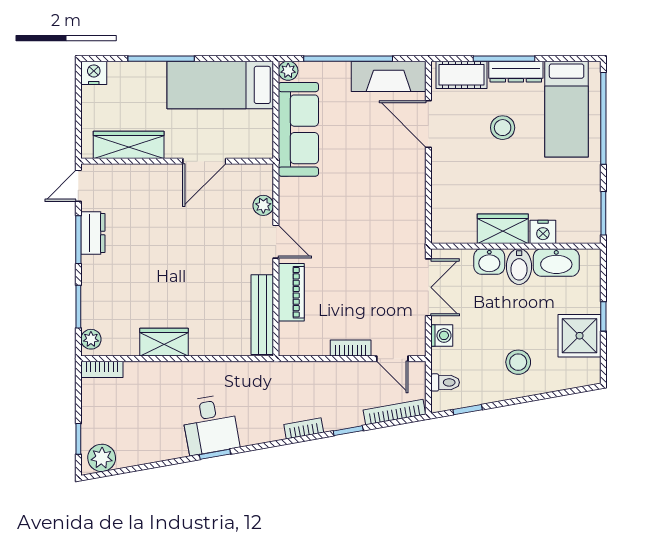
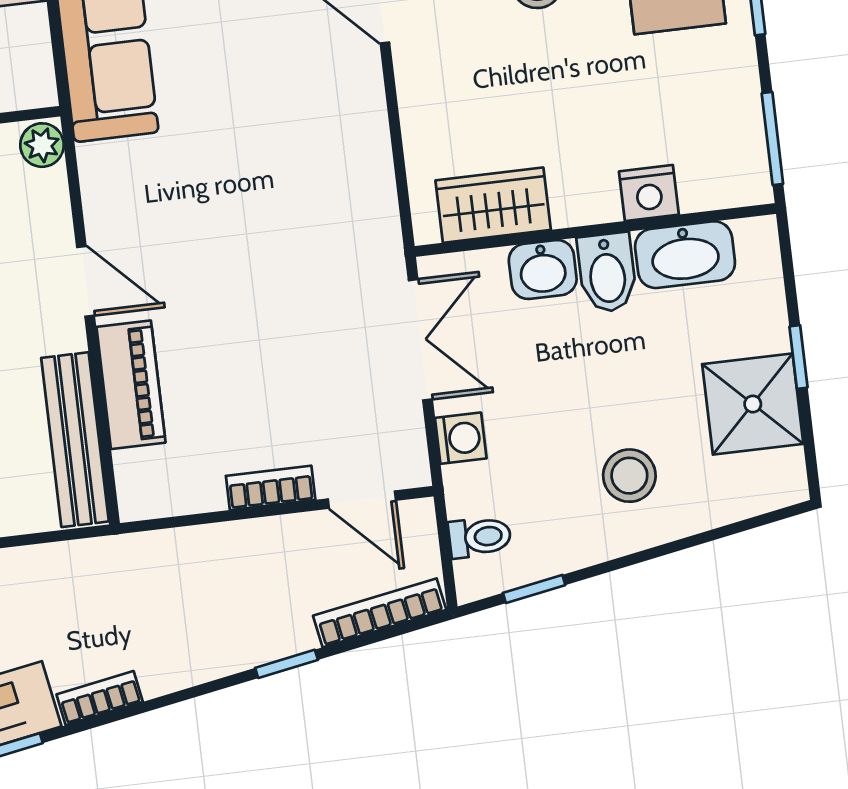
plant: (263, 205) -> (42, 145), moved
wardrobe: (503, 229) -> (493, 205), moved
bookcase: (304, 428) -> (100, 698), moved

